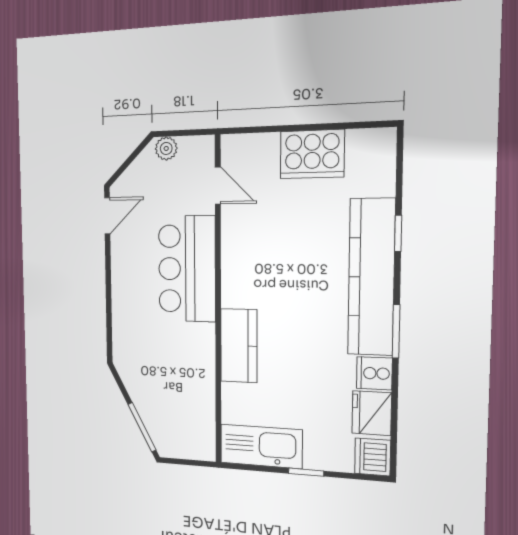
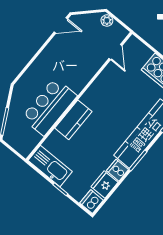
bar counter: (187, 269) -> (49, 107), moved

